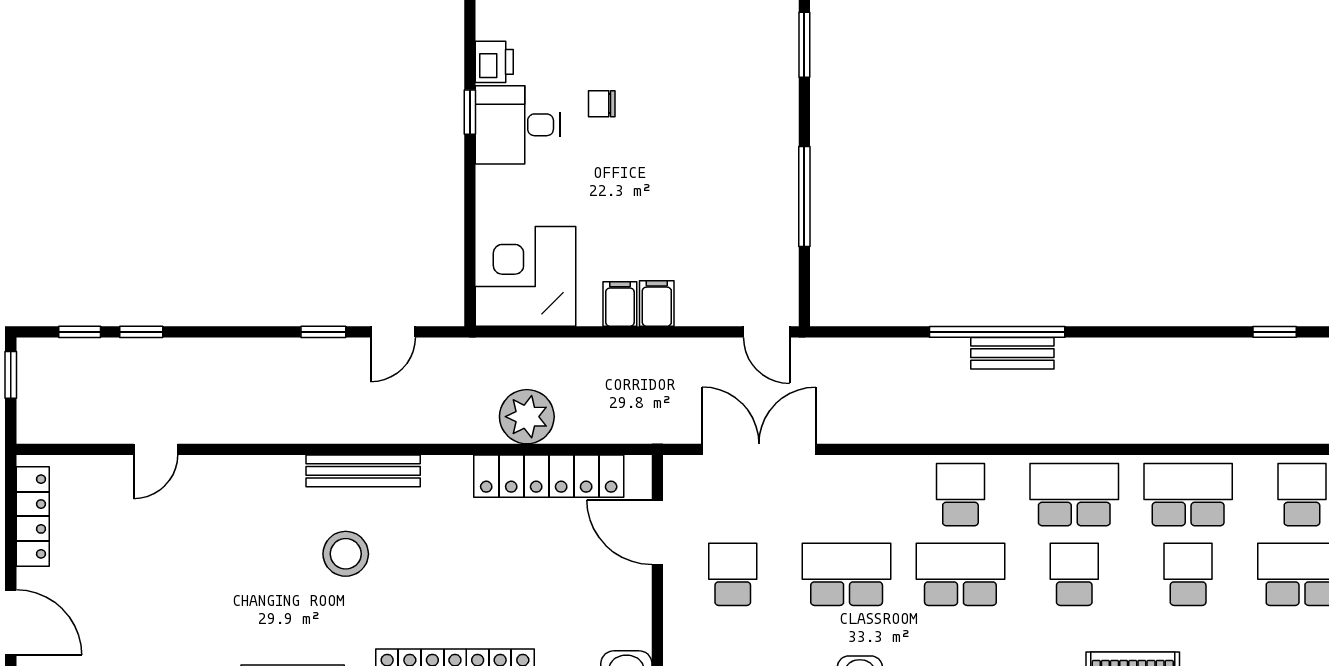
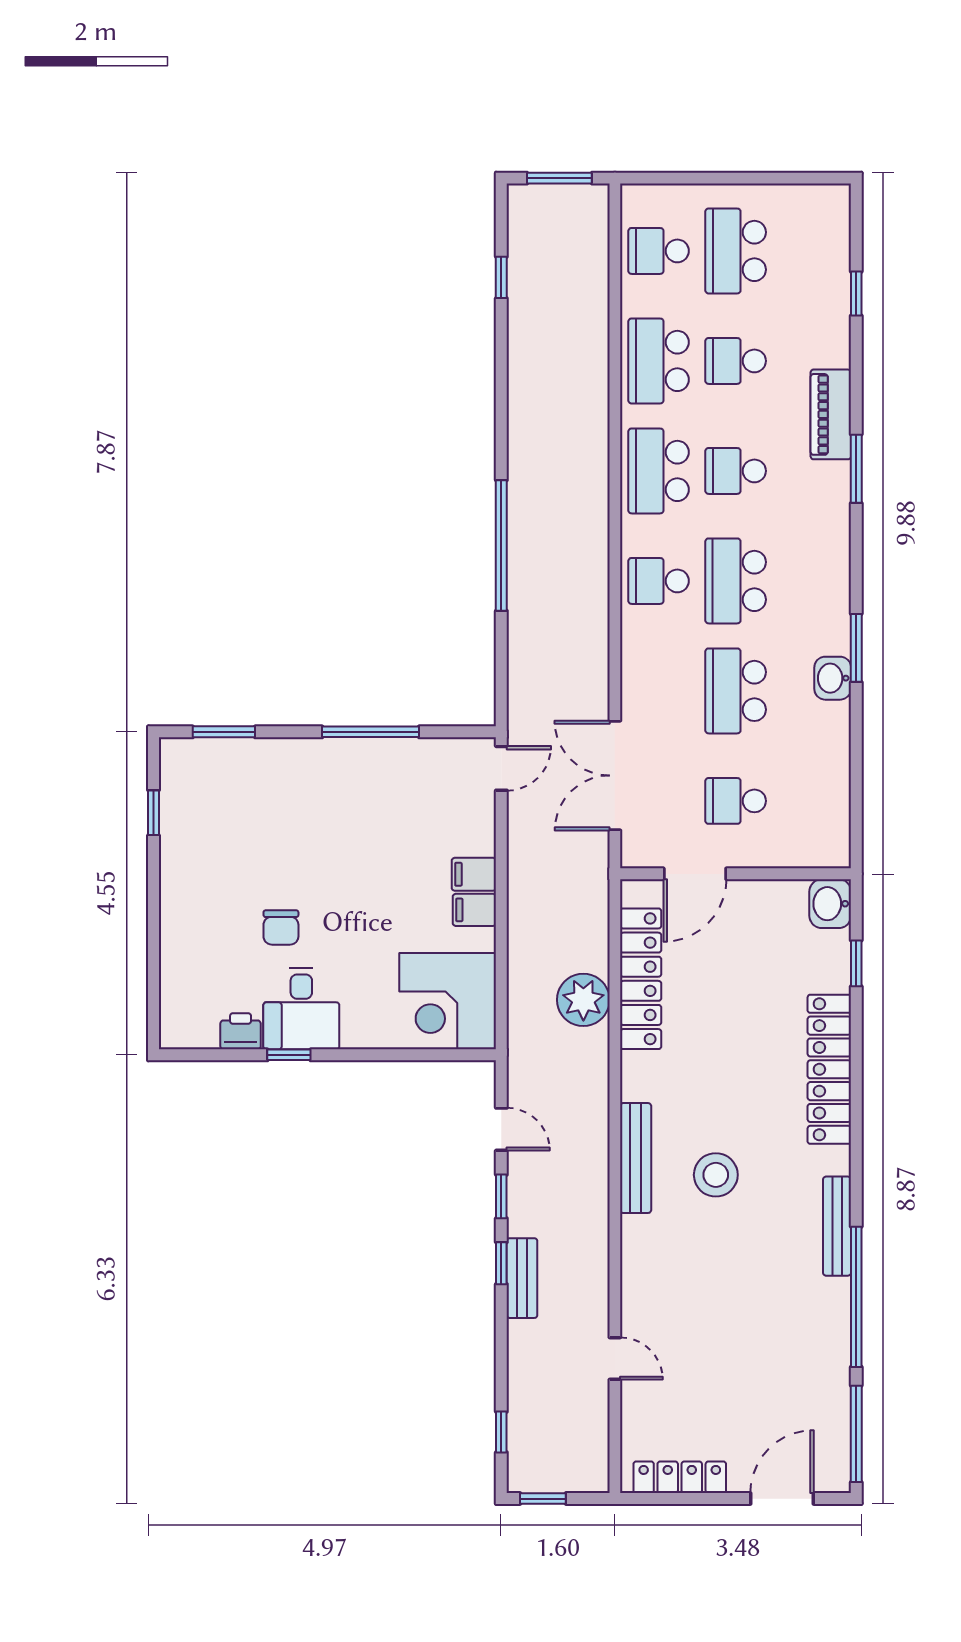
chair: (602, 104) -> (281, 928), width x1.37, depth x1.37
window: (141, 332) -> (501, 1263), moved
bench: (1012, 353) -> (522, 1278), moved

